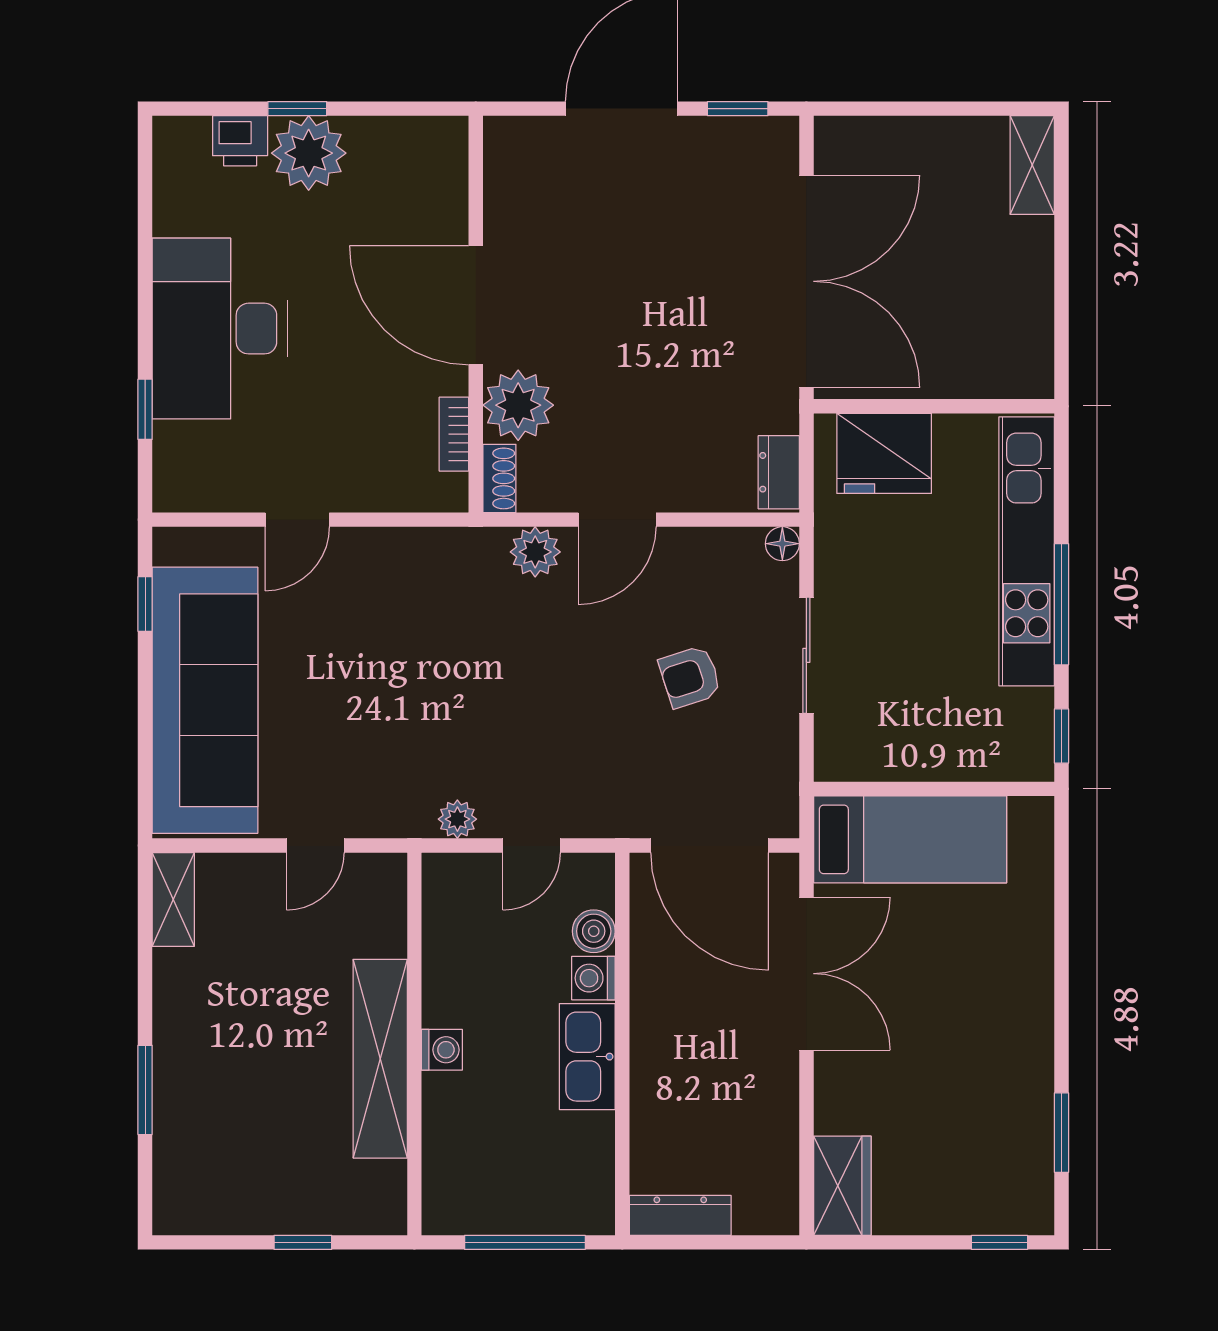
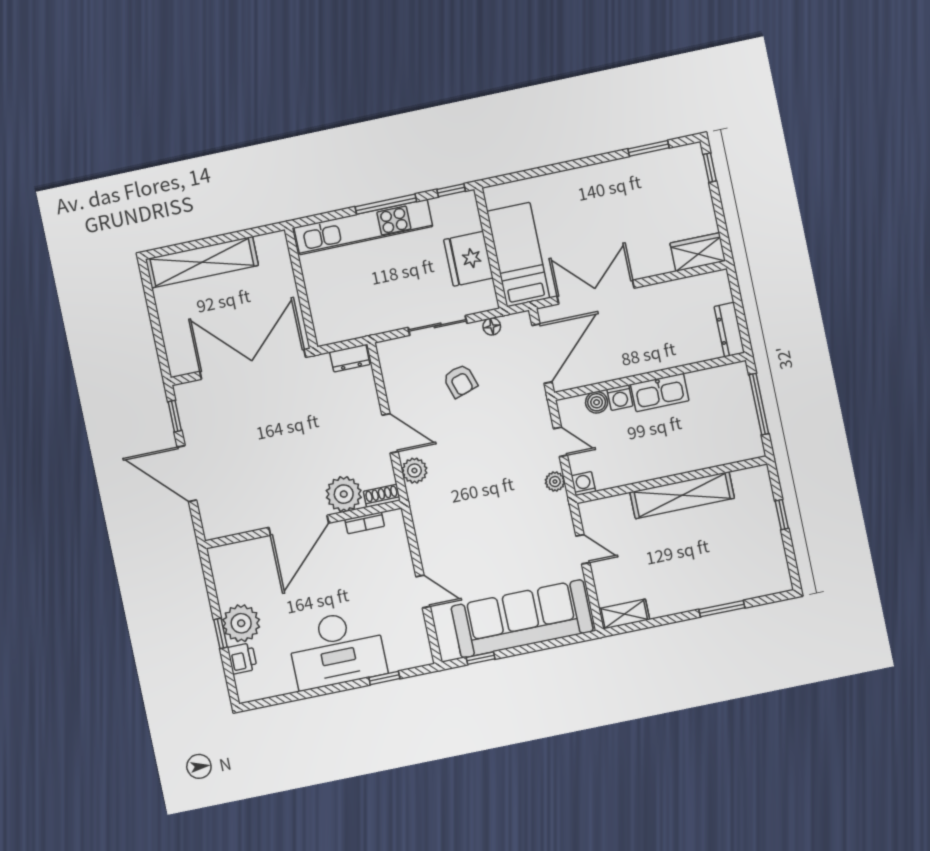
shelving: (1032, 165) -> (202, 262), width x2.20, depth x1.33
fridge: (884, 453) -> (468, 259), moved, turned 180
floor lamp: (782, 544) -> (492, 326), moved
washing machine: (442, 1050) -> (583, 484), moved

